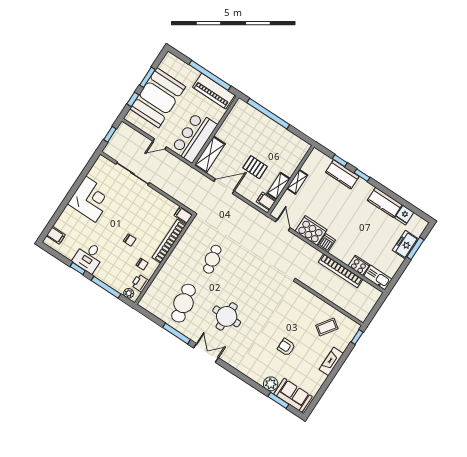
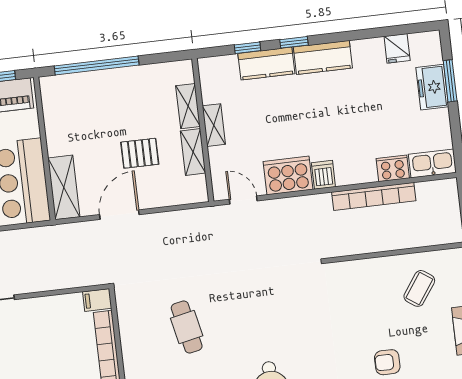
shelving: (293, 164) -> (188, 106), added
filing cabinet: (266, 201) -> (193, 187), removed
kitchen counter: (385, 203) -> (323, 57), moved

